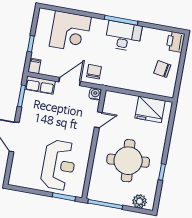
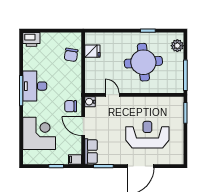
chair: (162, 69) -> (71, 55), moved
fridge: (150, 109) -> (92, 51), width x0.53, depth x0.75
reception desk: (59, 165) -> (147, 135), moved

